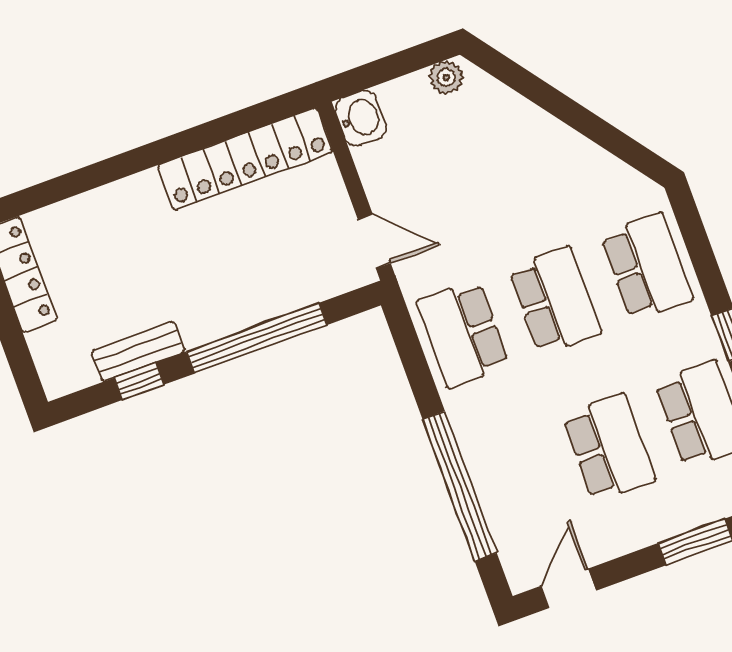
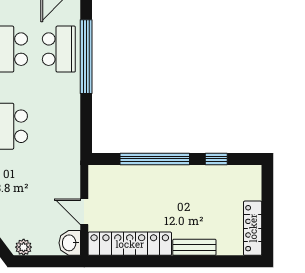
door: (374, 241) -> (84, 212), moved
school desk: (463, 334) -> (59, 49), moved
bench: (138, 351) -> (194, 247), moved

